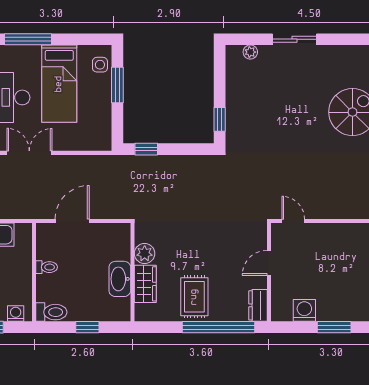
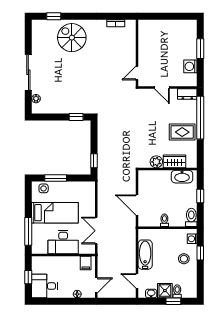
sliding door: (294, 39) -> (28, 72), width x1.37
washbasin: (120, 279) -> (182, 177), moved

